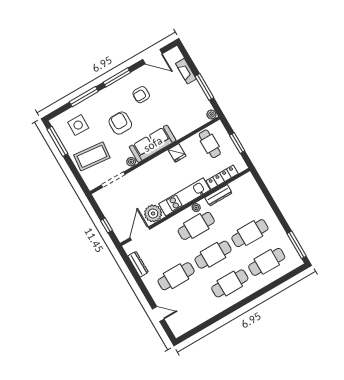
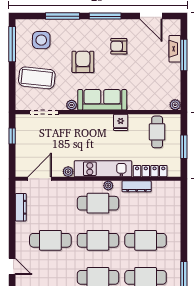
window: (204, 87) -> (184, 55), moved
plant: (153, 213) -> (68, 172), width x0.53, depth x0.53
window: (107, 225) -> (12, 136), moved

